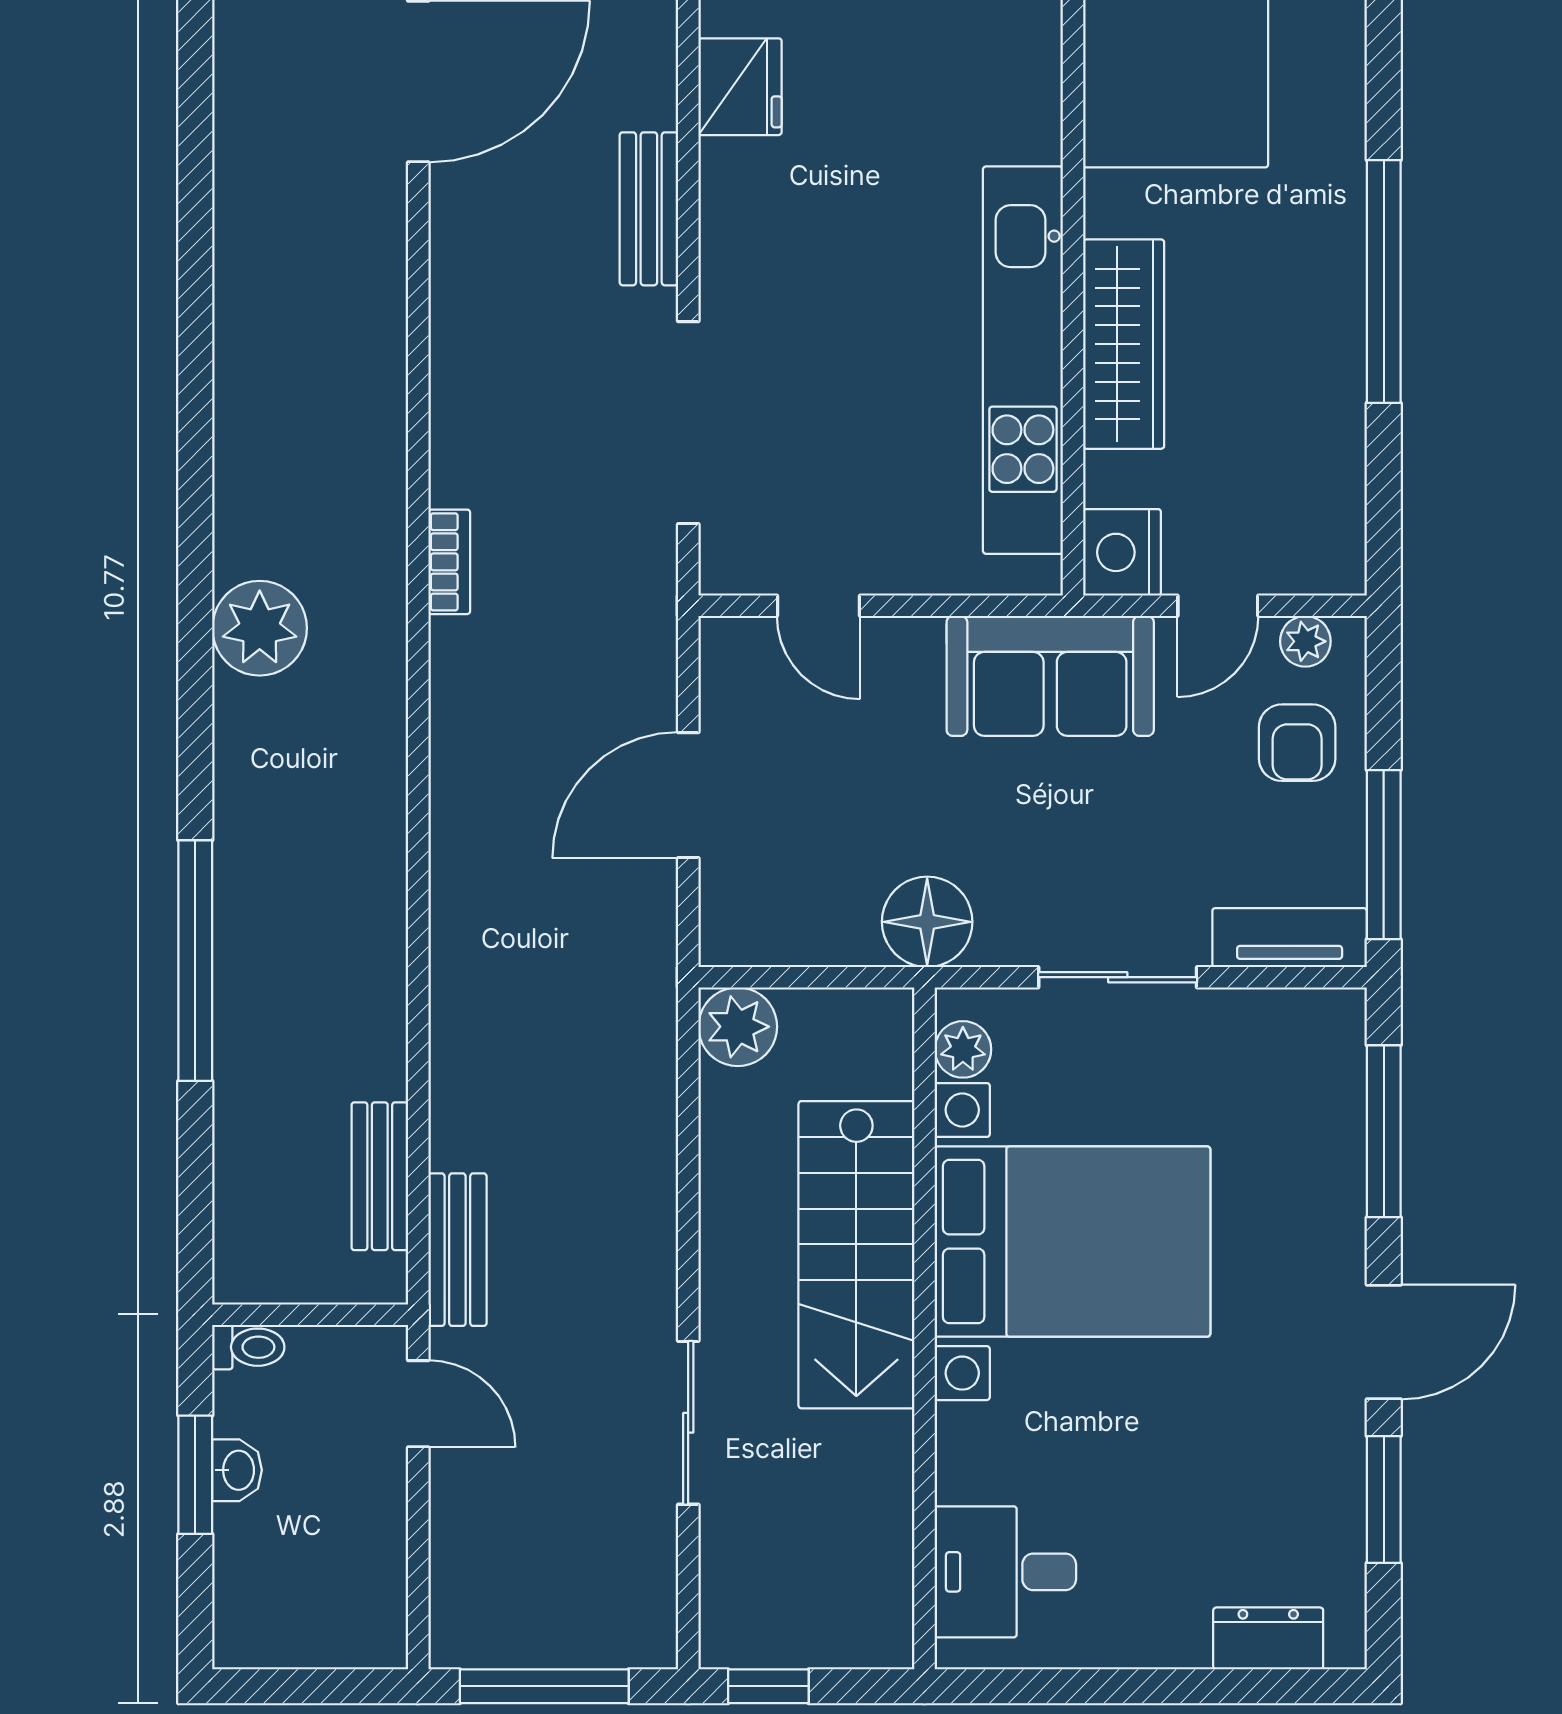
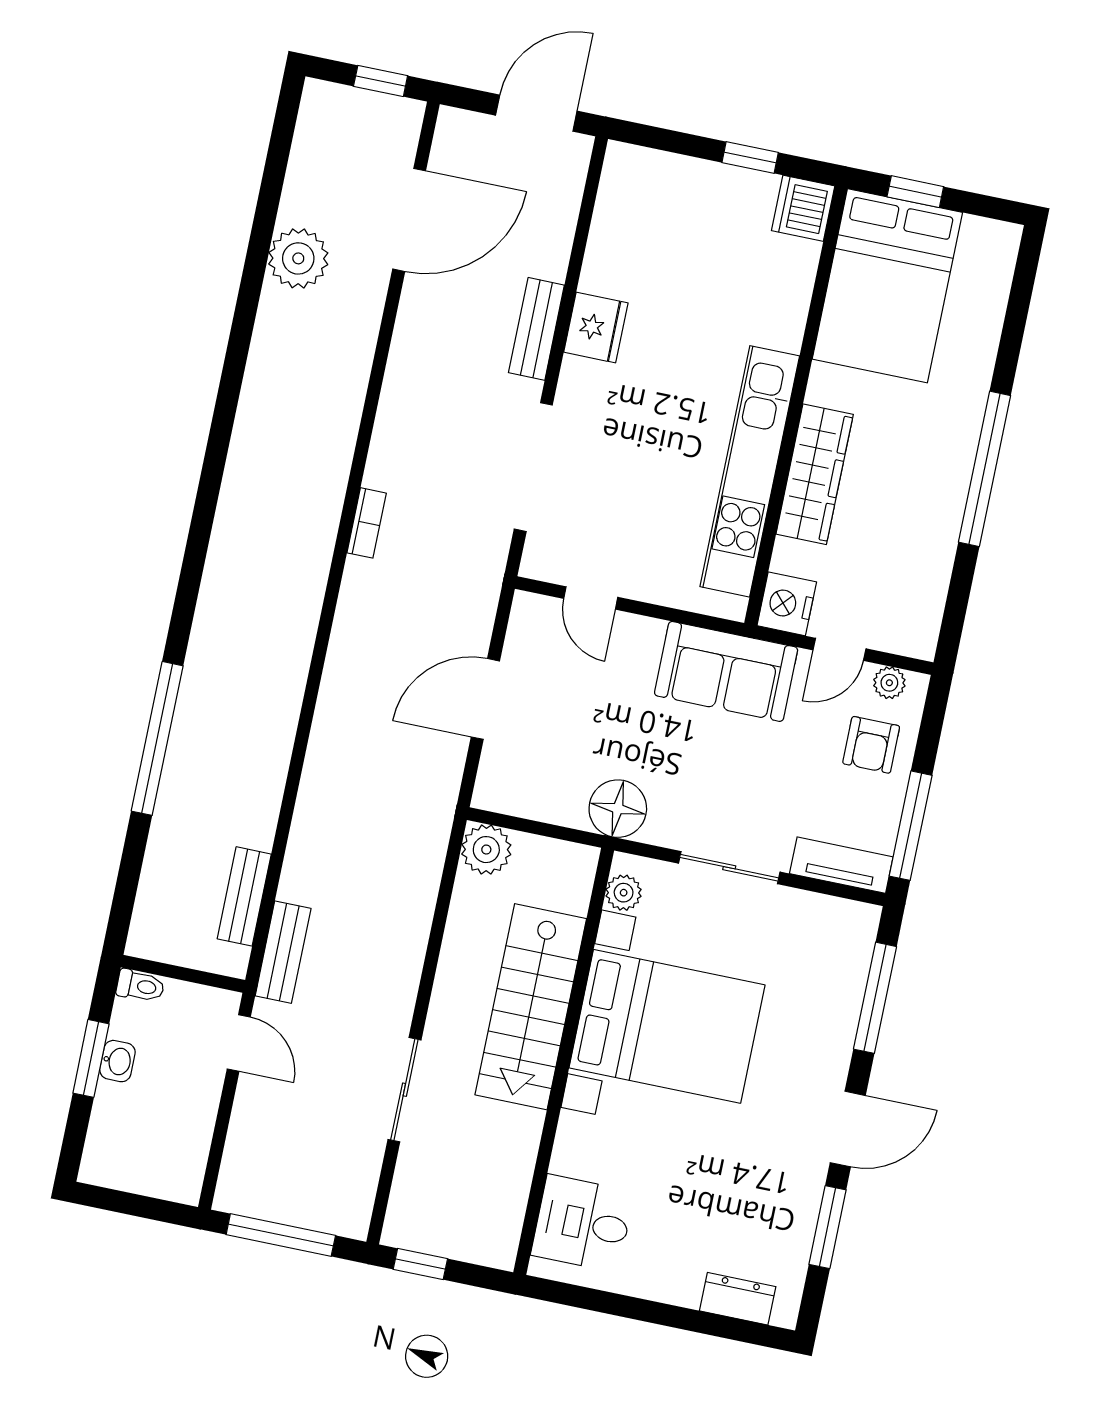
fridge: (740, 87) -> (596, 328), moved
plant: (260, 628) -> (298, 258), moved

